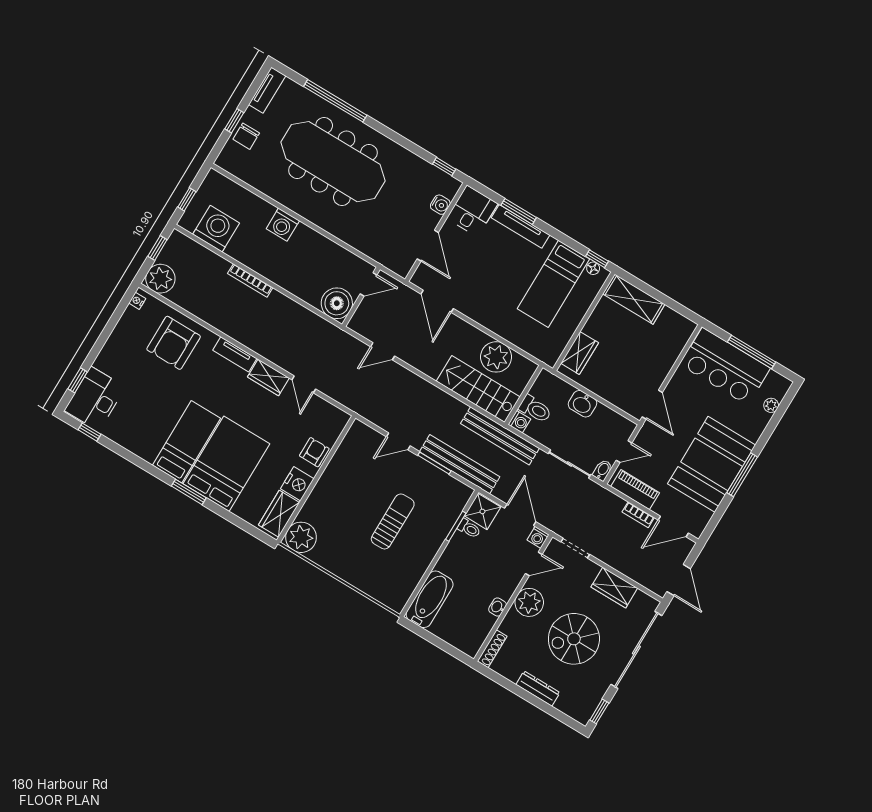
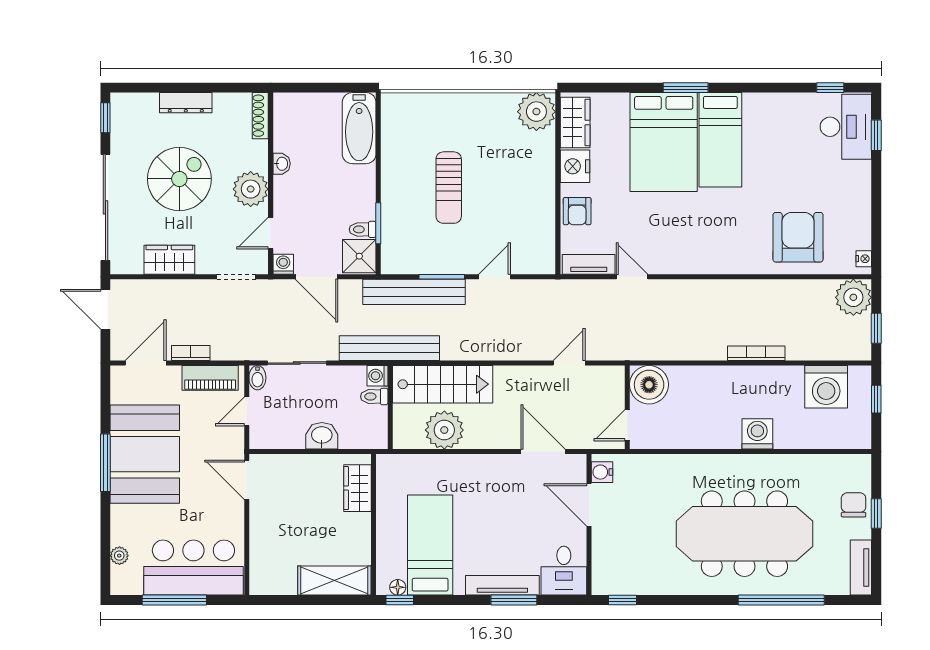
water cooler: (440, 205) -> (602, 472), moved
tv unit: (235, 354) -> (589, 264), moved
wardrobe: (268, 377) -> (674, 261), removed
toilet: (535, 409) -> (374, 396), width x0.73, depth x0.72

